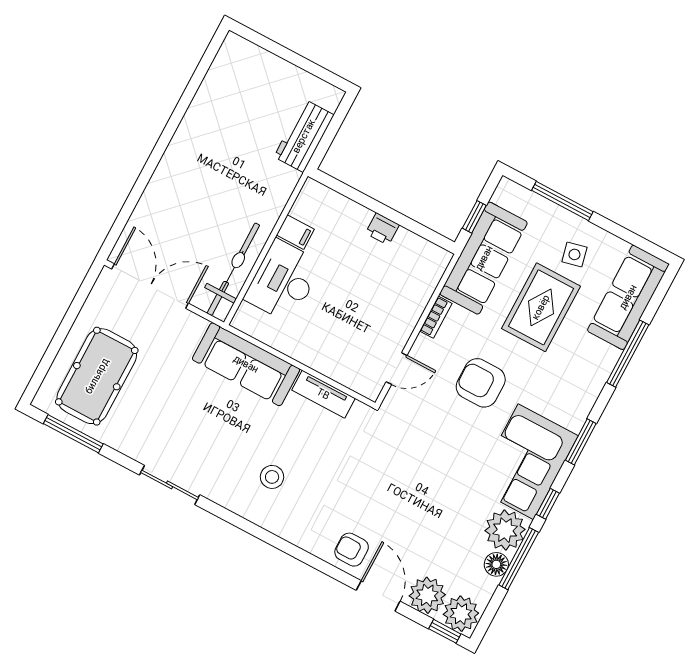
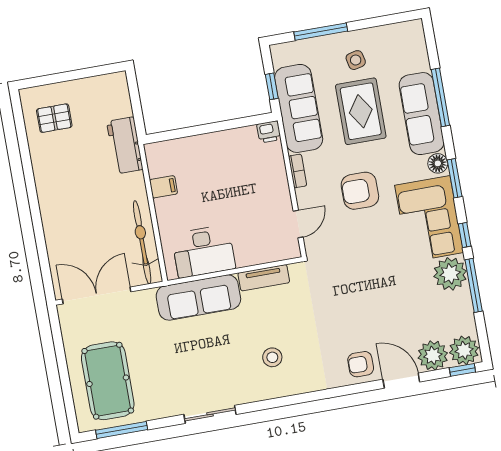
pallet: (242, 84) -> (54, 118), added
workbench: (304, 136) -> (125, 145), moved
printer: (382, 229) -> (269, 132), moved
desk: (283, 281) -> (203, 251), moved, turned -90
sofa: (628, 297) -> (422, 114), moved
floor lamp: (496, 564) -> (438, 163), moved

